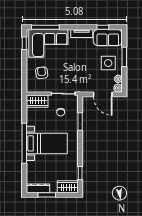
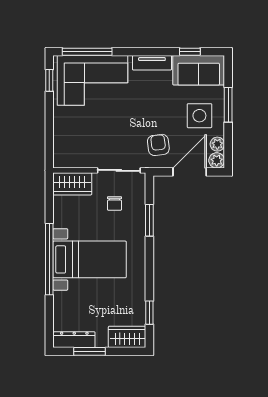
armchair: (42, 73) -> (158, 145), moved
door: (103, 94) -> (190, 172), swing flipped

